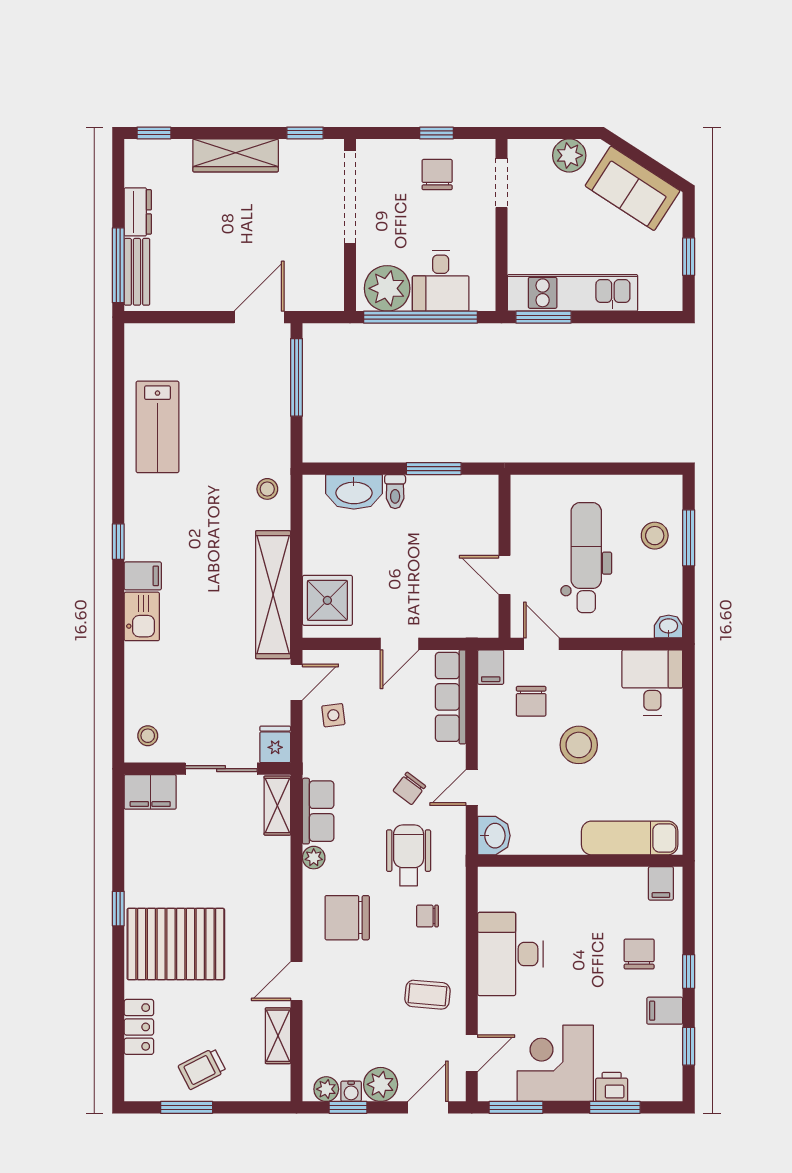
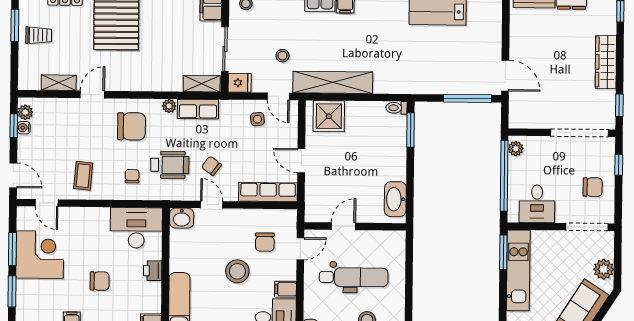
window: (437, 133) -> (619, 165), moved
doorway: (501, 183) -> (587, 227), width x1.38
desk: (441, 281) -> (537, 204), moved, turned -90
plant: (387, 288) -> (516, 149), width x0.53, depth x0.53
window: (434, 469) -> (411, 130), moved
stool: (267, 489) -> (282, 56), moved
washbasin: (354, 492) -> (395, 199), moved
toilet: (395, 492) -> (396, 108), moved
filing cabinet: (491, 667) -> (286, 289), moved
chair: (531, 701) -> (265, 242), turned -90
chair: (347, 918) -> (132, 126), turned 90
desk: (510, 954) -> (136, 228), moved
chair: (639, 954) -> (100, 281), moved
door: (297, 981) -> (92, 94), hinge flipped
trolley: (202, 1069) -> (39, 35), turned 117
plant: (381, 1084) -> (28, 146), removed
printer: (612, 1087) -> (153, 271), moved, turned 180
window: (516, 1107) -> (12, 249), moved

